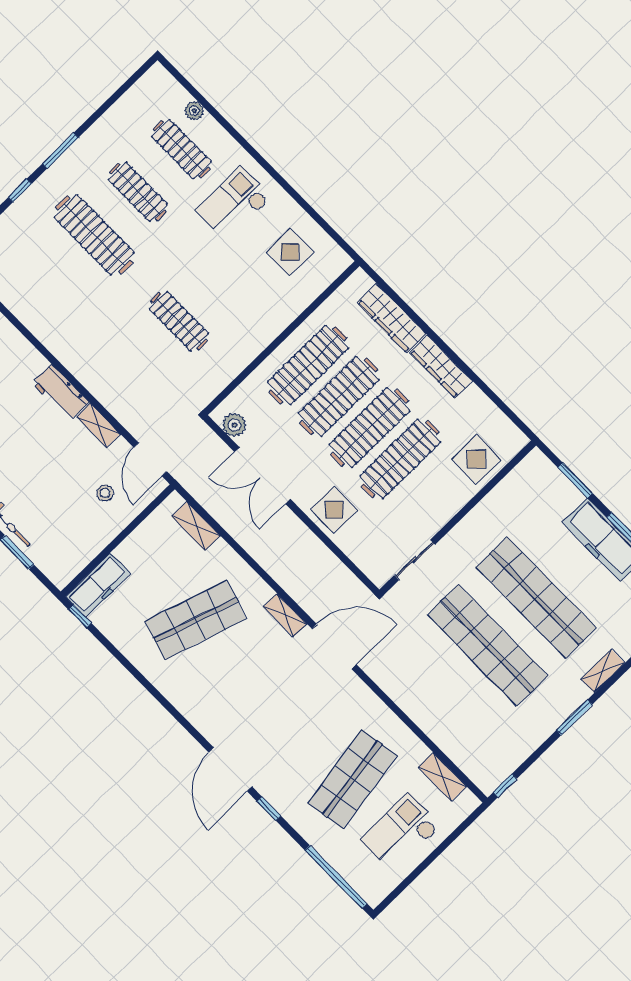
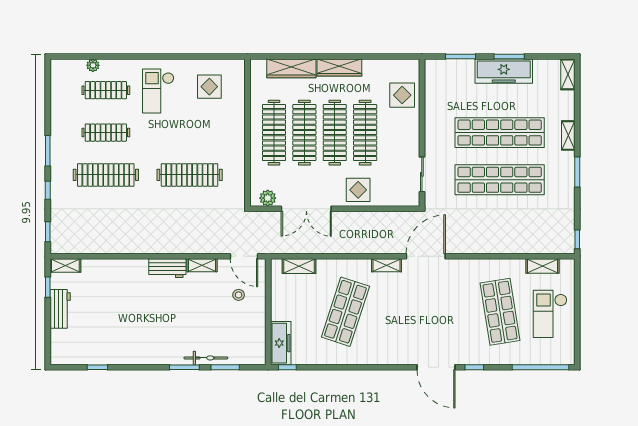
clothes rail: (179, 321) -> (190, 175), width x1.37, depth x1.31

